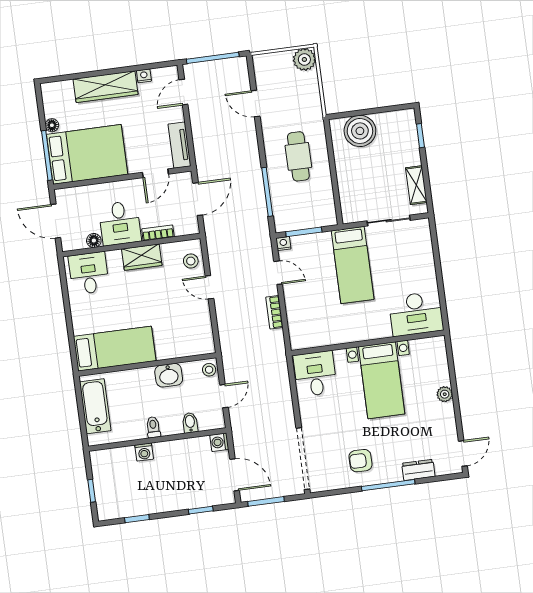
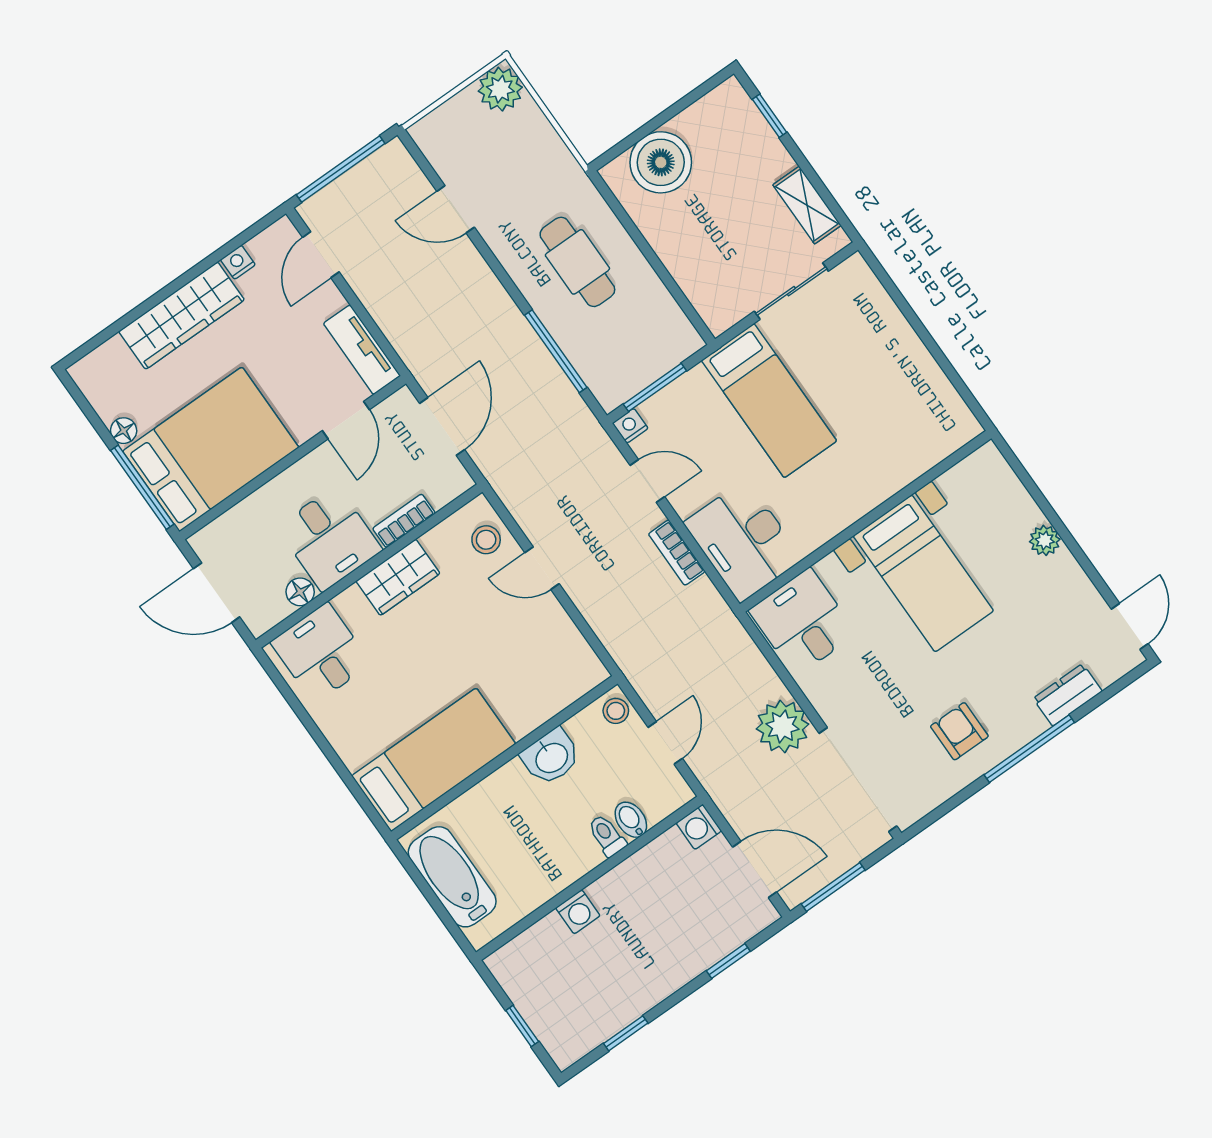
desk: (416, 314) -> (743, 541), moved, turned 90
plant: (281, 416) -> (782, 726), added
toilet: (153, 427) -> (607, 836), moved
armchair: (360, 461) -> (959, 731), turned 90

